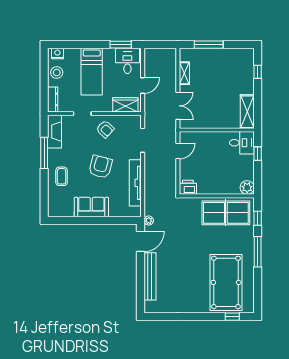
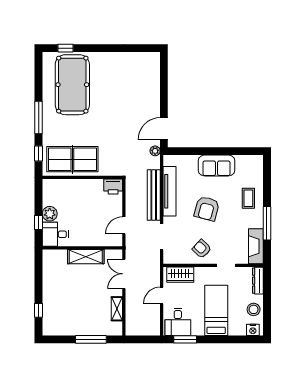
shelving: (247, 112) -> (86, 257), moved, turned 90
plant: (247, 188) -> (50, 214), moved
bench: (150, 276) -> (154, 195), moved

